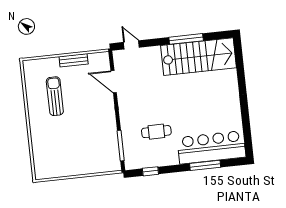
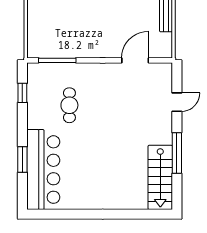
door: (131, 45) -> (177, 102), moved
stairs: (198, 57) -> (160, 177), width x0.73, depth x0.66
window: (205, 165) -> (22, 159), width x0.69

